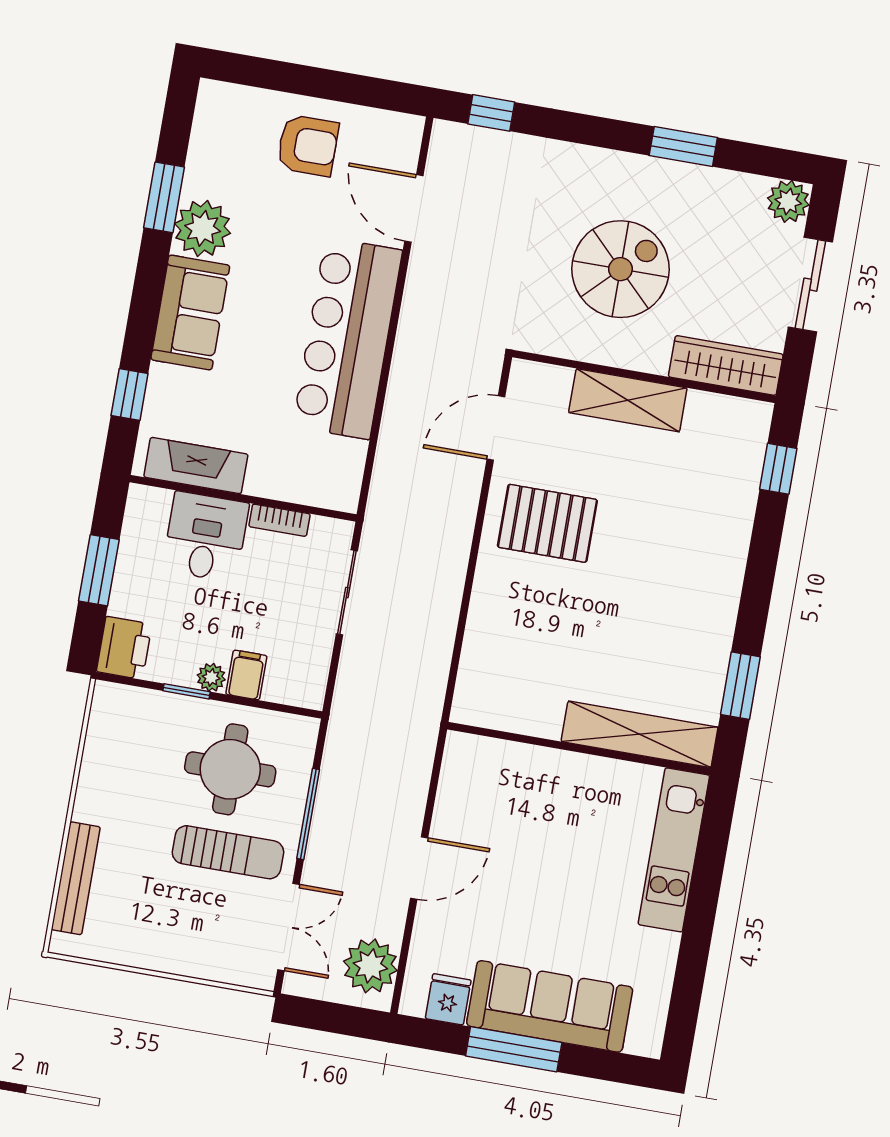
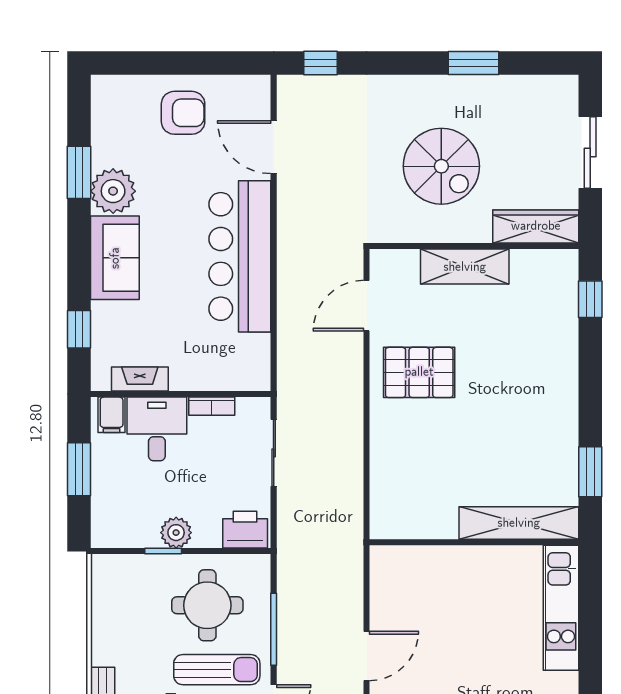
plant: (788, 201) -> (562, 91), removed
spiral stairs: (620, 269) -> (441, 166), turned 90
fireplace: (196, 466) -> (140, 379), width x0.73, depth x0.76
printer: (124, 648) -> (245, 530), moved, turned -90
filing cabinet: (246, 675) -> (112, 415), moved, turned 180
plant: (211, 677) -> (176, 533), width x1.38, depth x1.38

